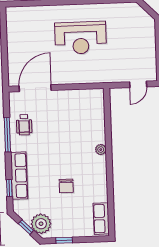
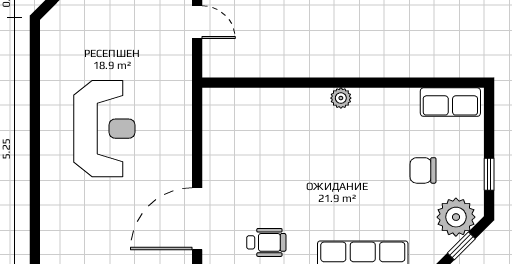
door: (35, 88) -> (197, 219), hinge flipped
plant: (101, 150) -> (341, 98), moved
chair: (66, 186) -> (423, 170), moved, turned 180

